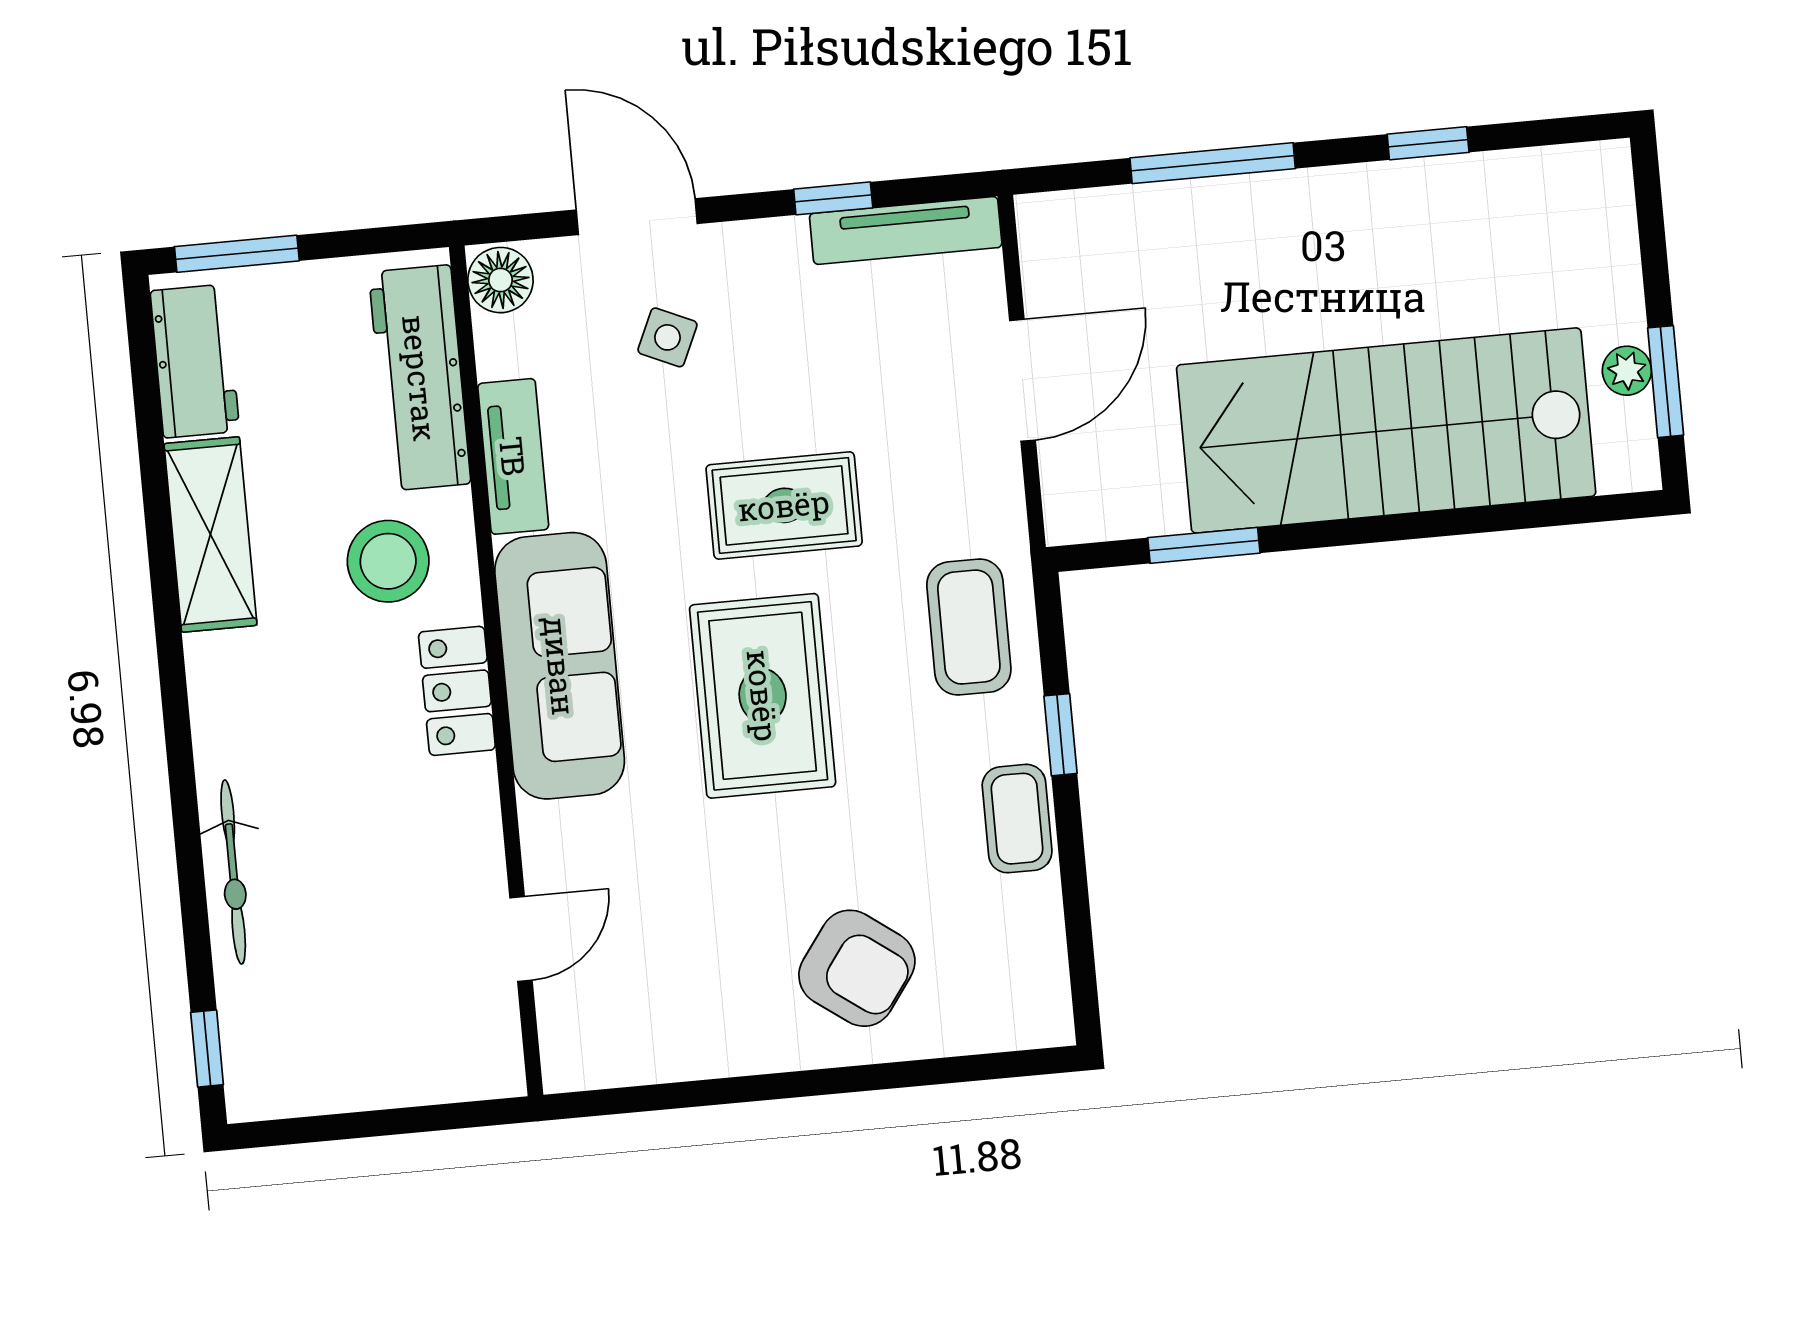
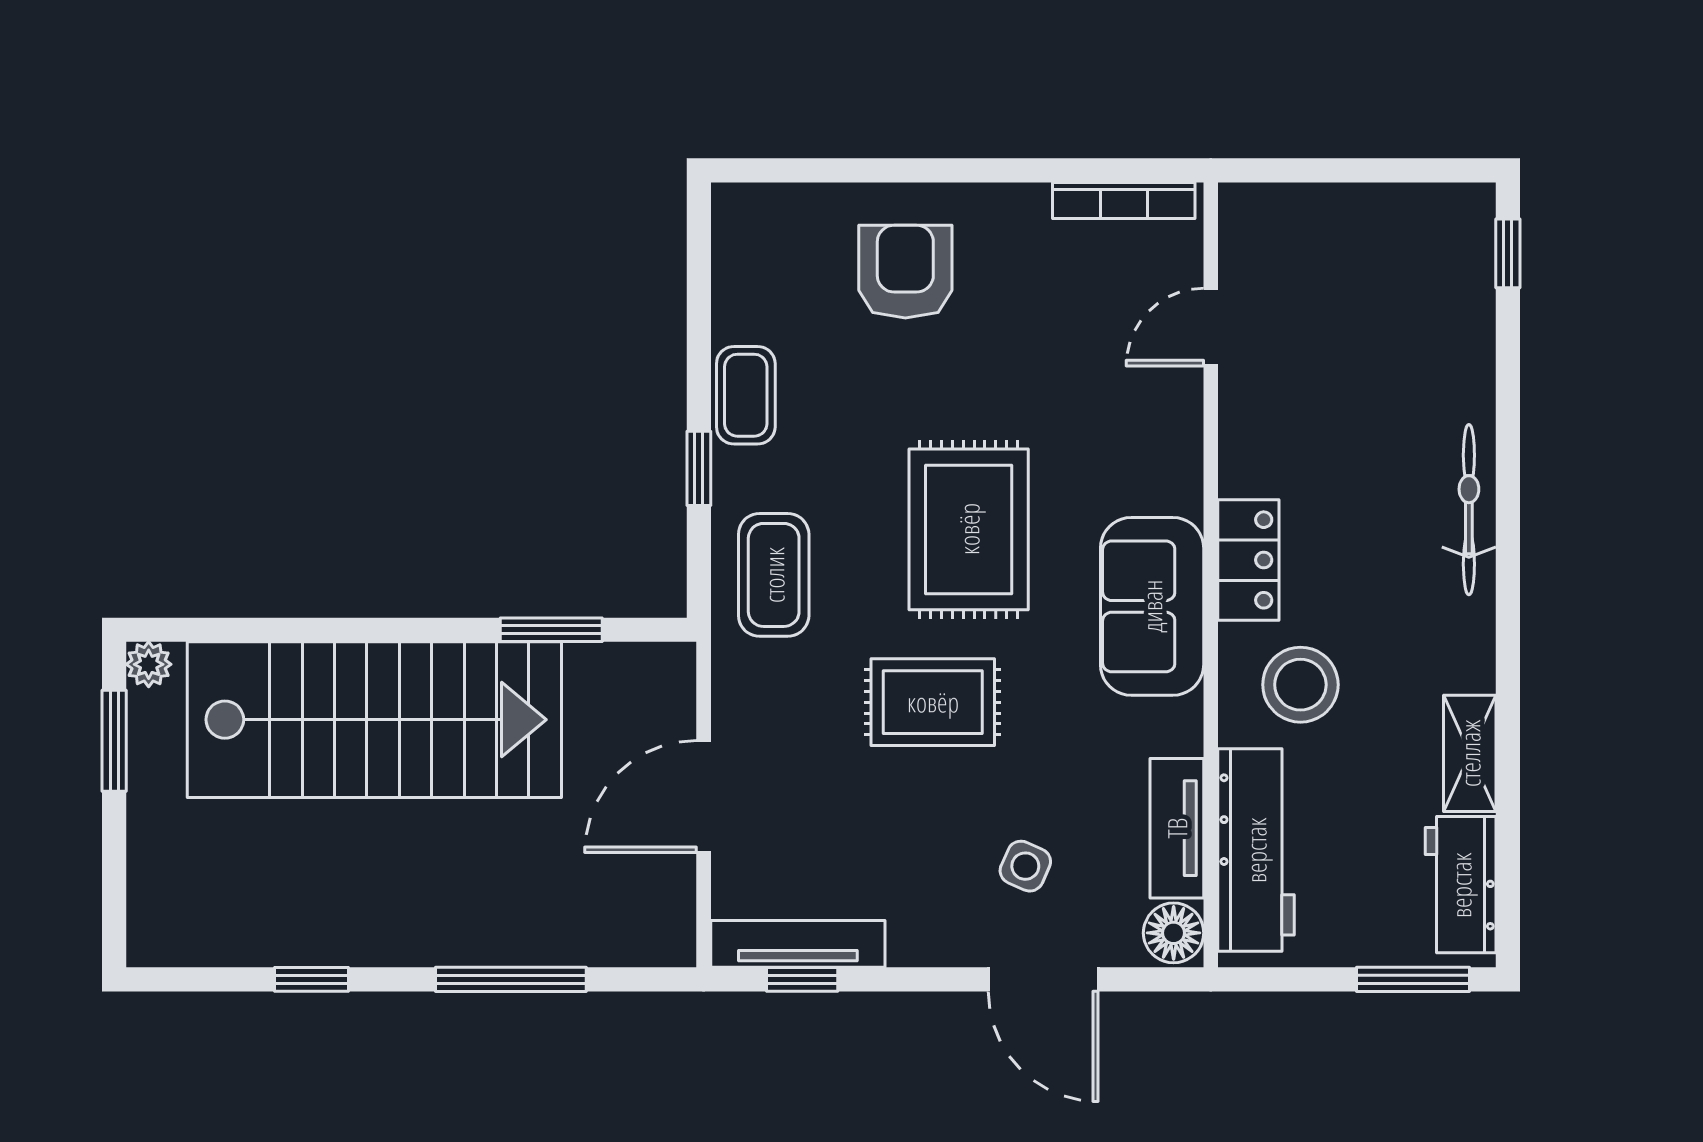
window: (833, 198) -> (802, 979), moved
plant: (1627, 371) -> (149, 664), moved
tv unit: (513, 456) -> (1177, 828), moved
shelving: (210, 534) -> (1470, 753), width x0.67, depth x0.75
sofa: (560, 666) -> (1152, 606), width x0.73
bicycle: (233, 872) -> (1469, 510), moved
armchair: (857, 968) -> (905, 272), turned 54
bookcase: (628, 1067) -> (1124, 201), added

